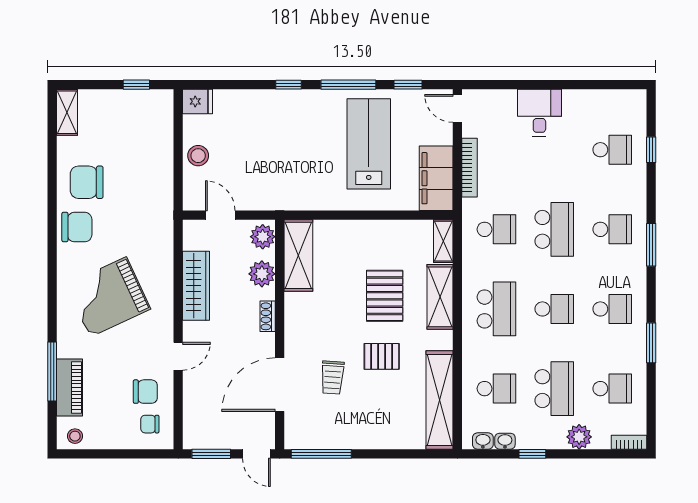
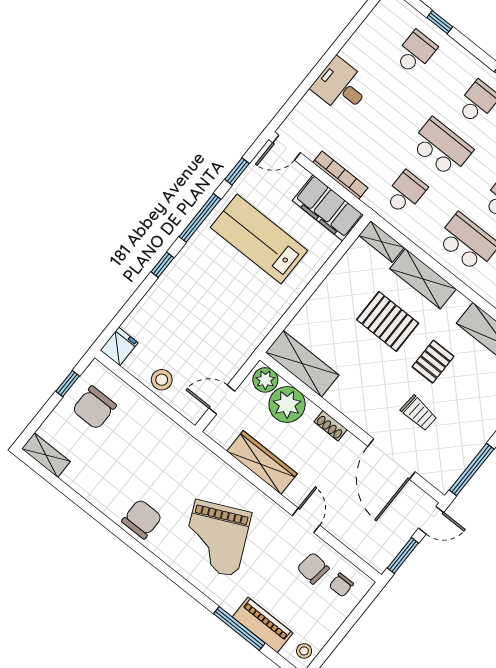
chair: (87, 182) -> (94, 408), moved
plant: (262, 274) -> (287, 404), width x1.36, depth x1.36
chair: (145, 392) -> (313, 568), turned -83

